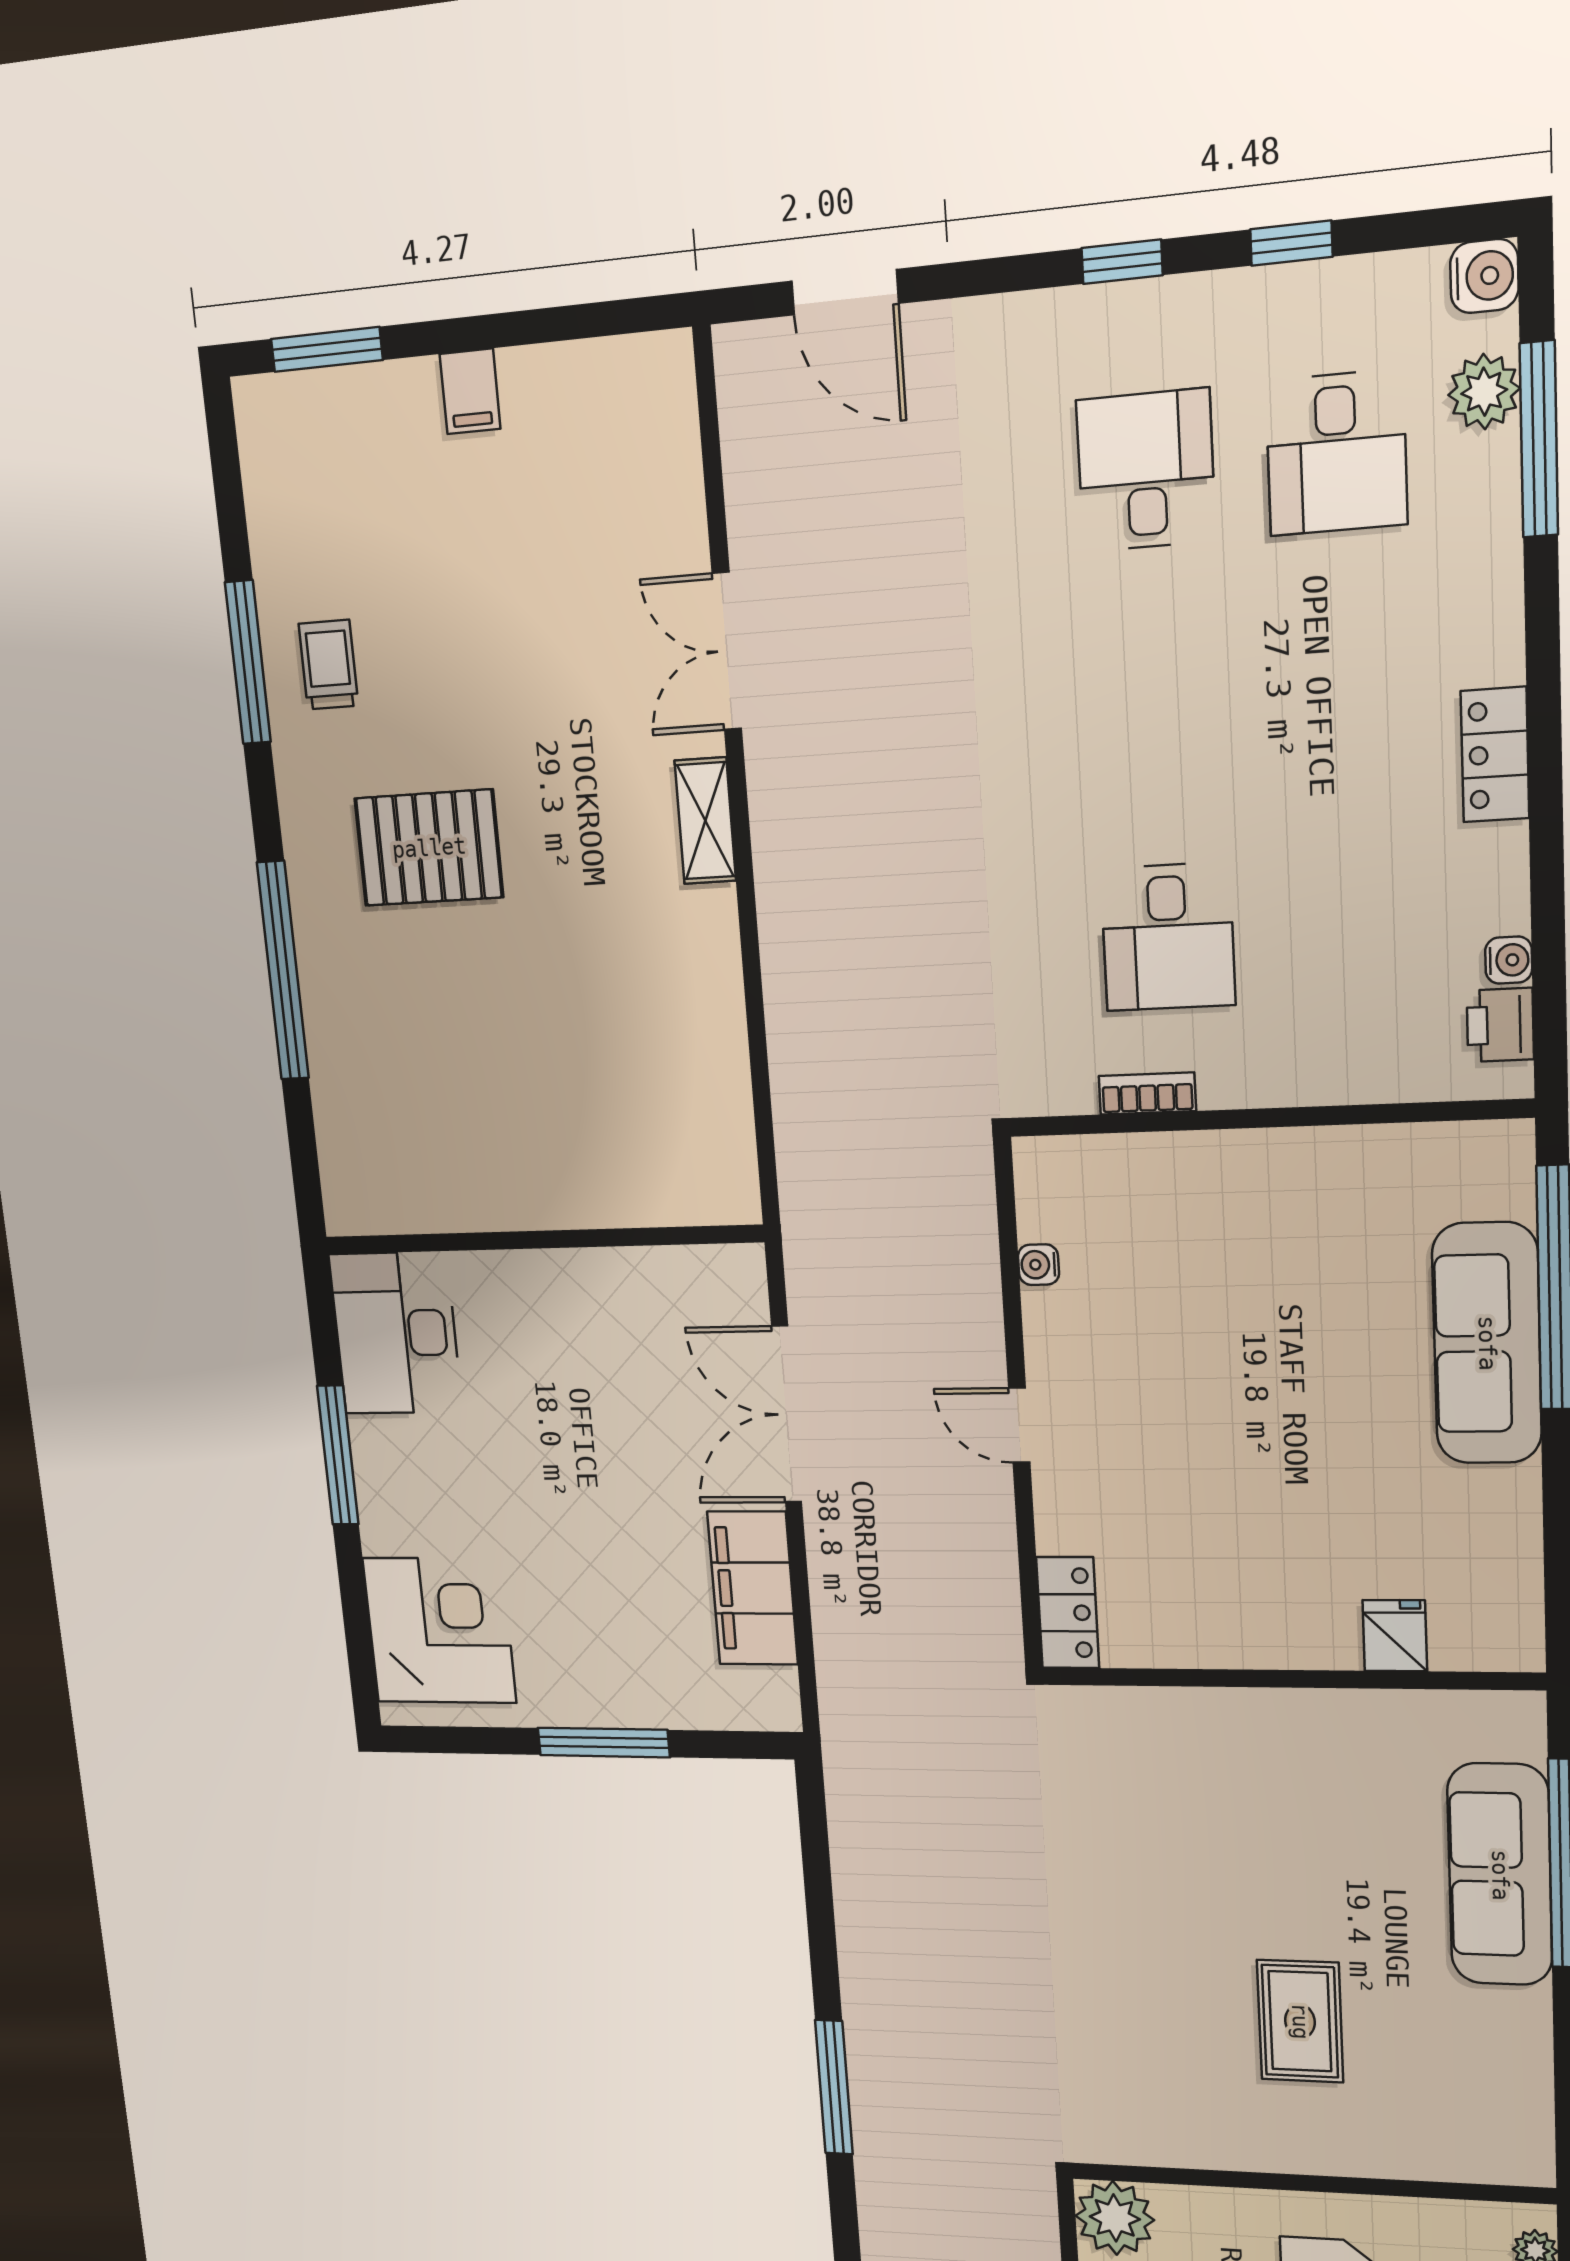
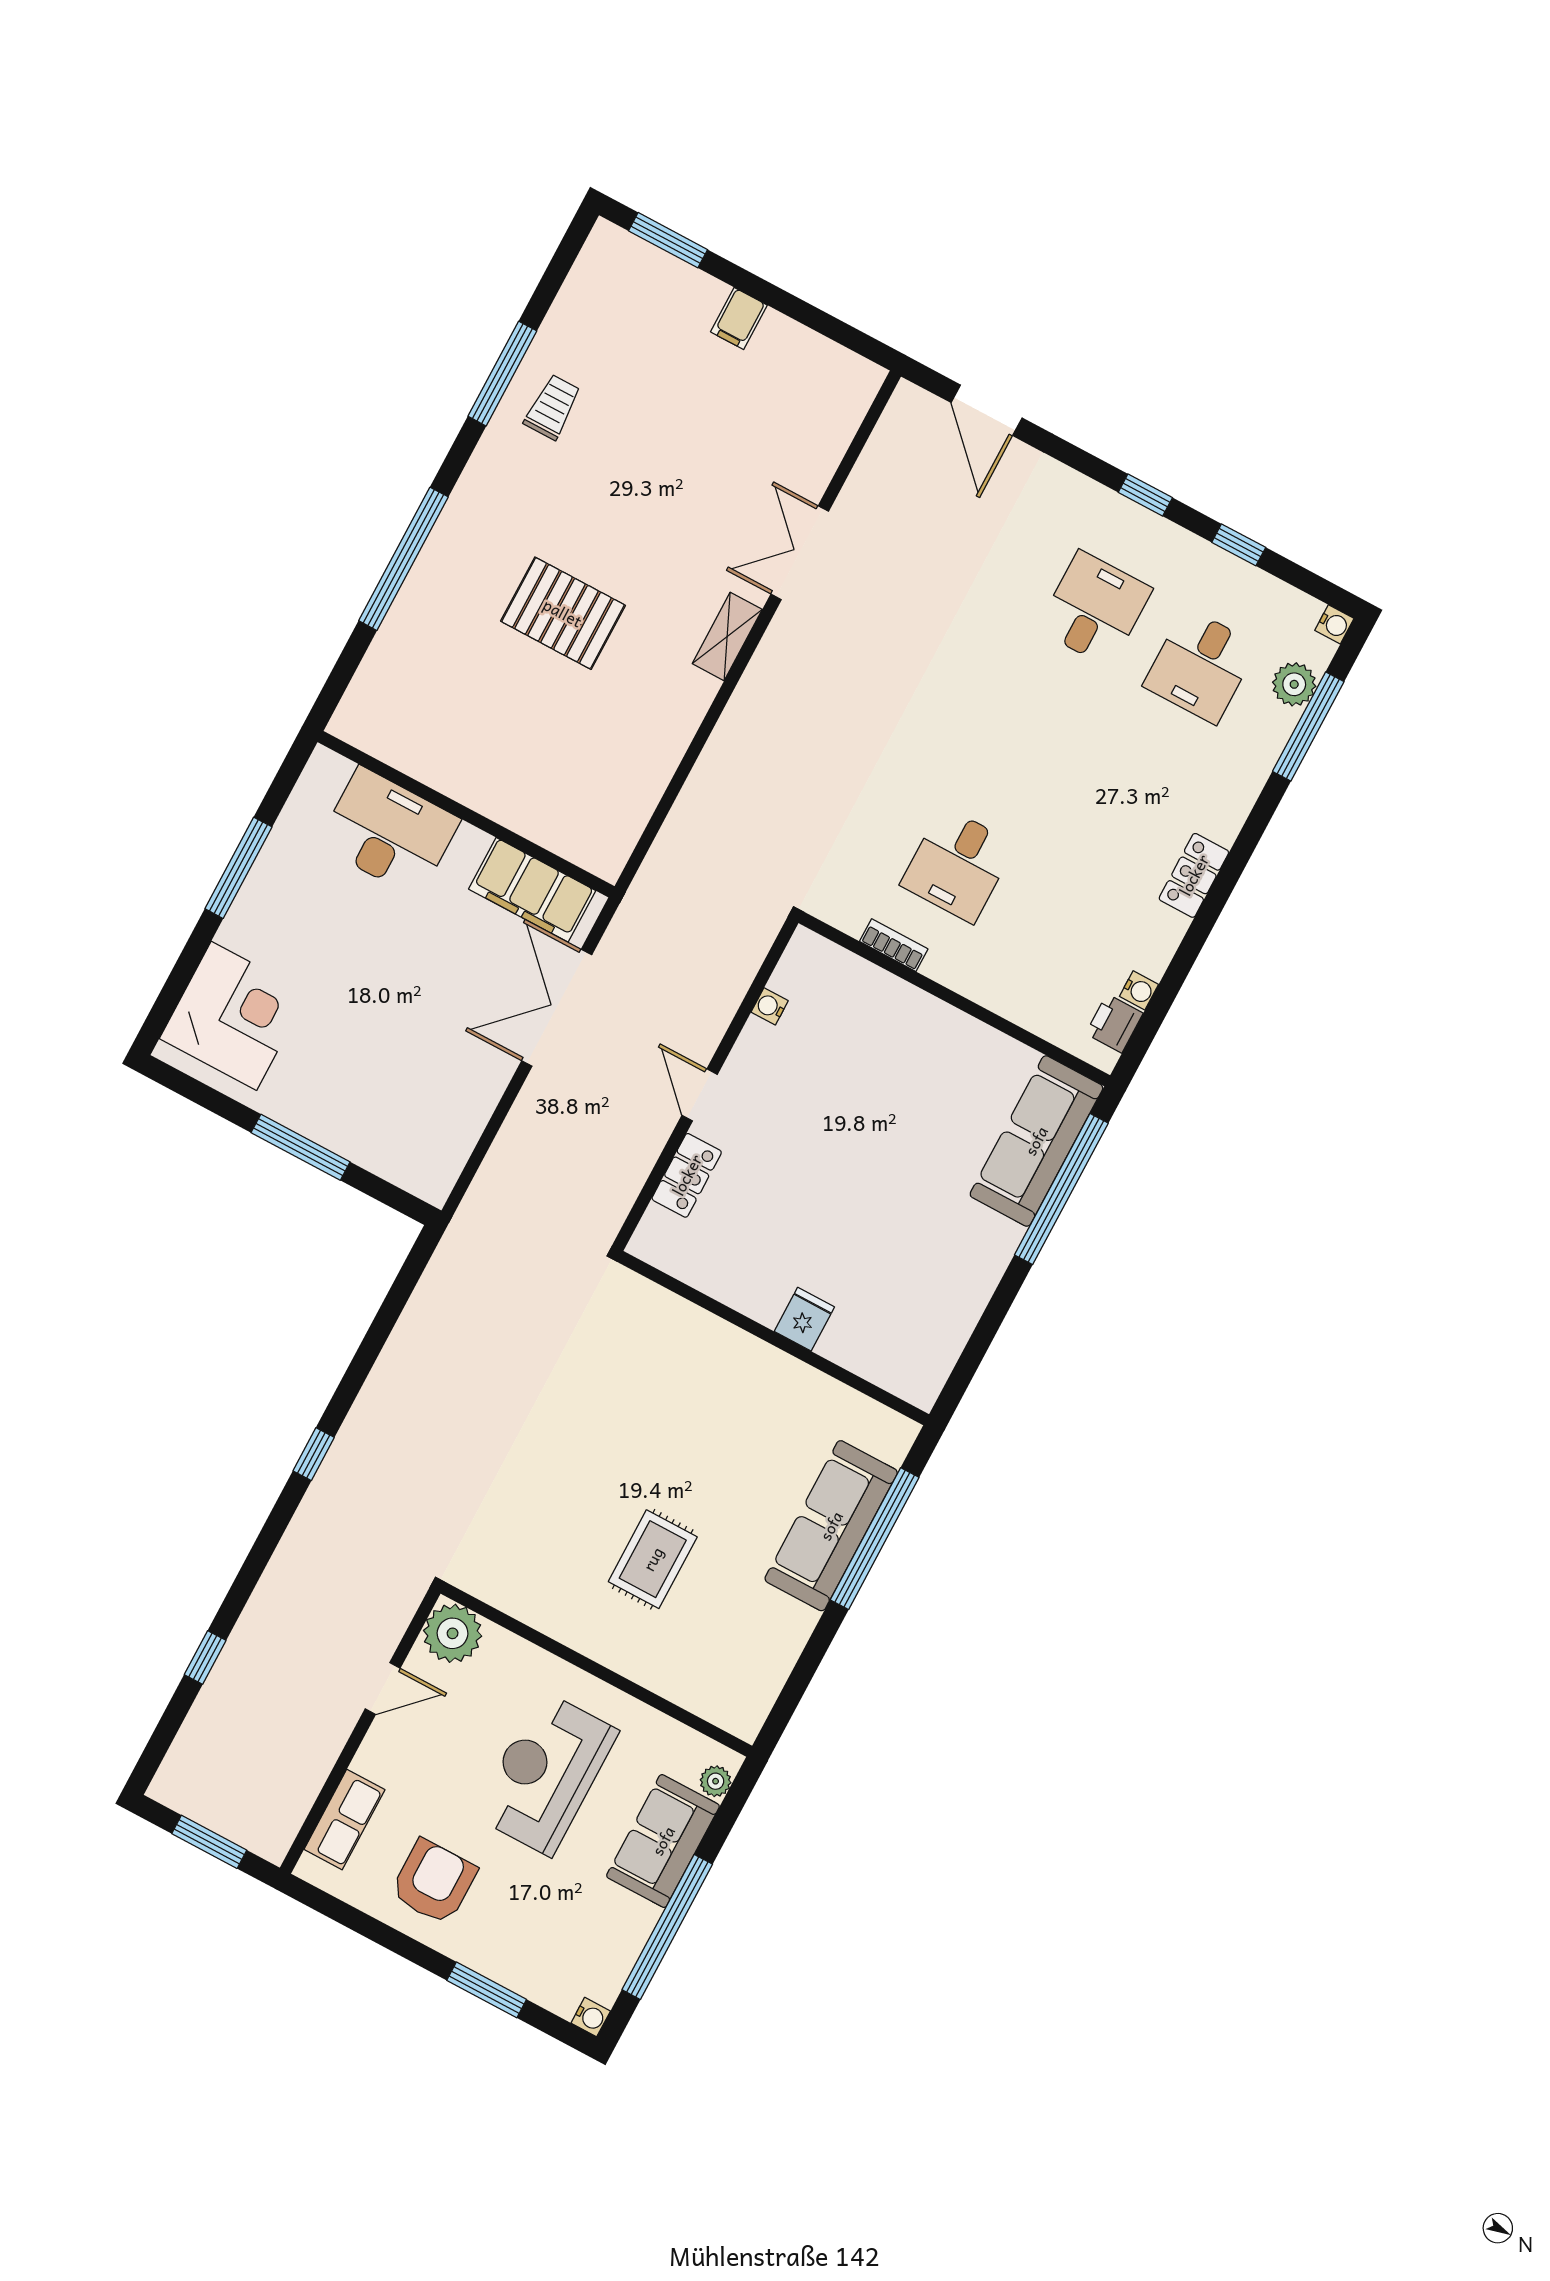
water cooler: (1484, 276) -> (1334, 624), width x0.72, depth x0.72
pallet: (429, 848) -> (563, 613), moved
desk: (396, 1333) -> (389, 832), moved, turned 90
sofa: (1487, 1343) -> (1036, 1141), moved
filing cabinet: (753, 1588) -> (532, 890), moved, turned -90
locker: (1068, 1613) -> (687, 1175), moved
fridge: (1395, 1636) -> (804, 1319), moved
window: (834, 2087) -> (314, 1454), width x0.46

